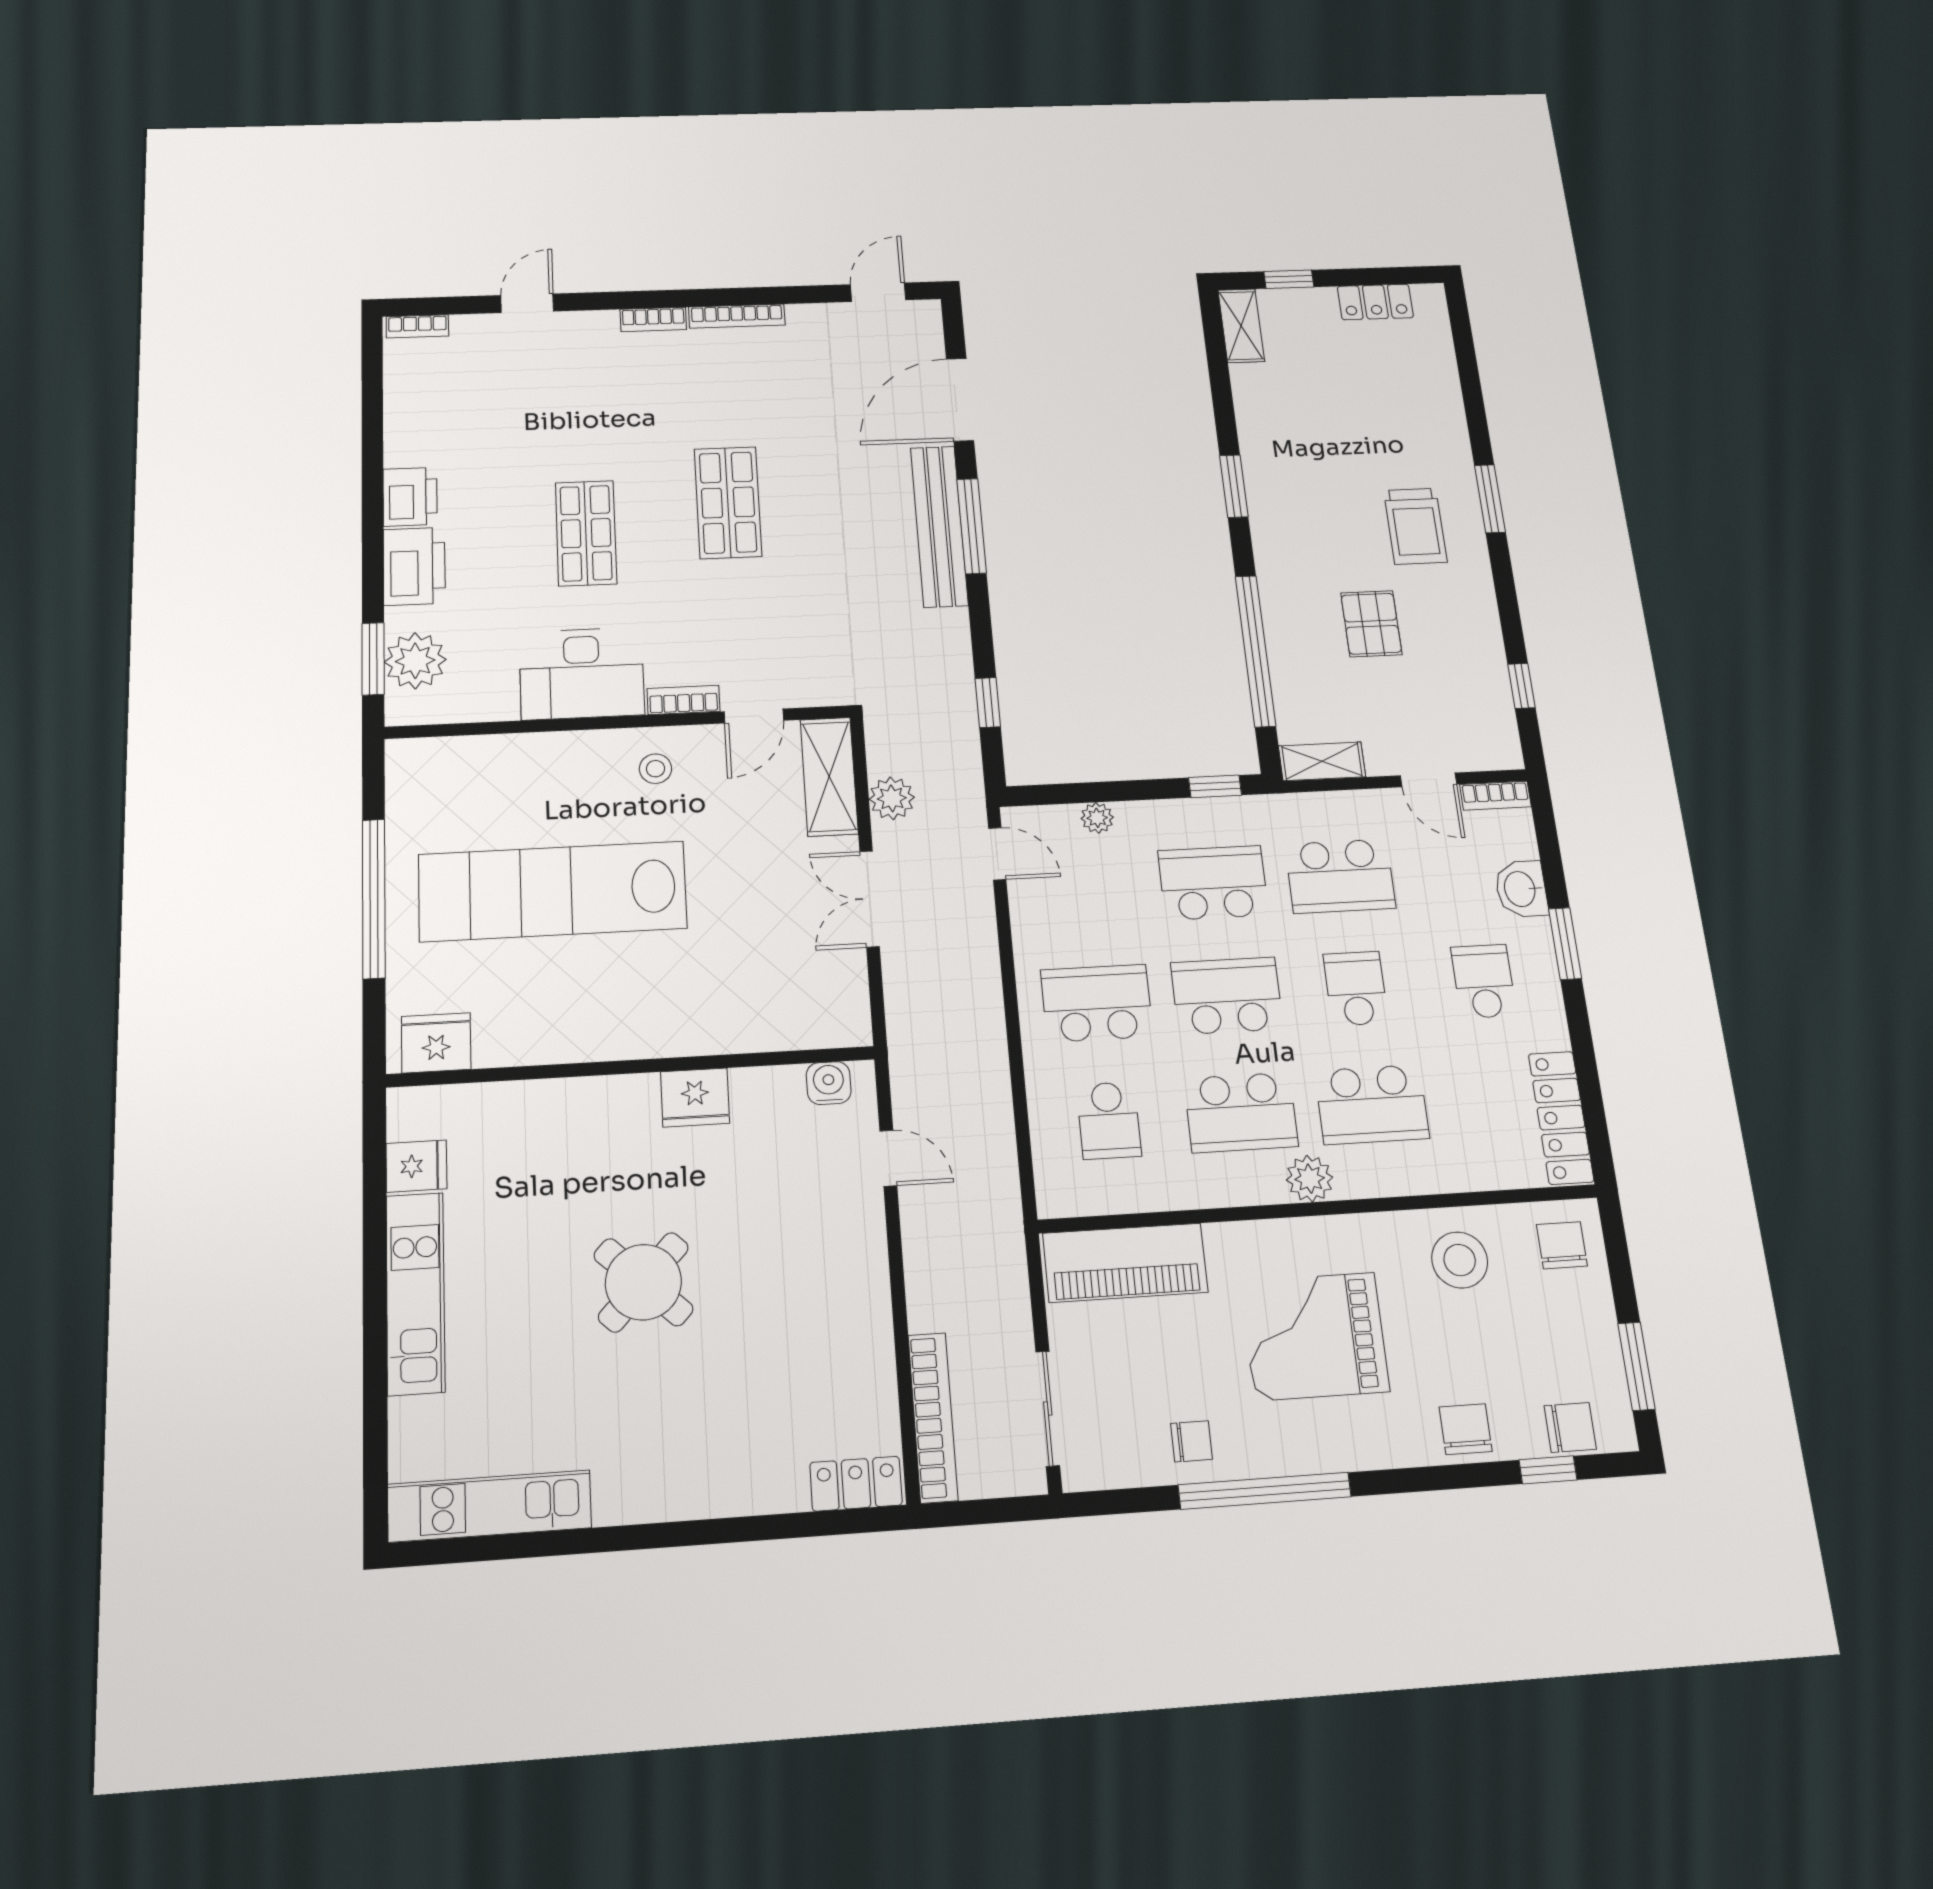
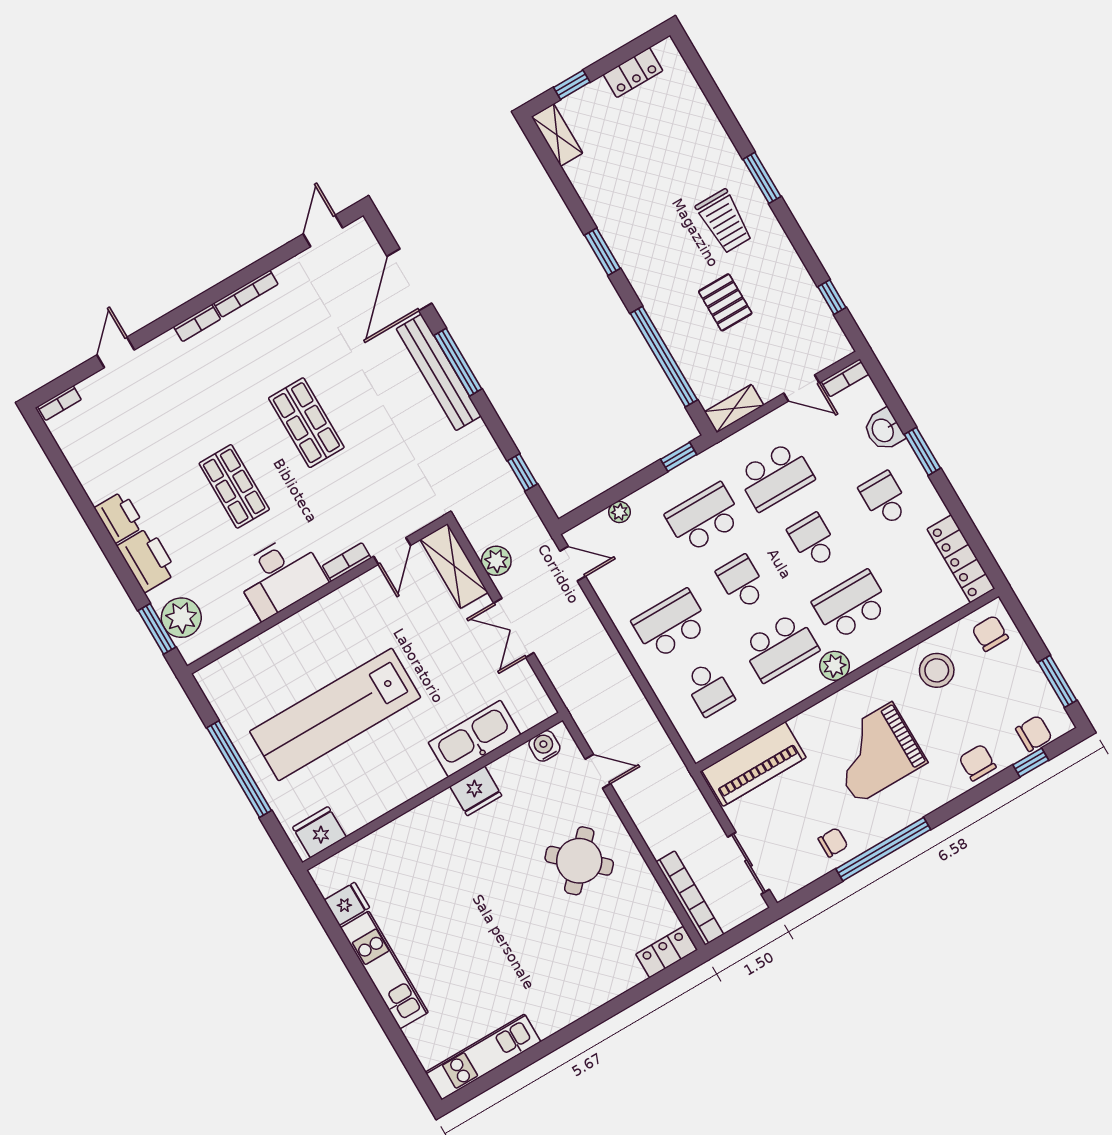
stool: (655, 769) -> (353, 612), removed
school desk: (1227, 996) -> (742, 582), width x0.54
kitchen sink: (733, 1022) -> (474, 739), added
school desk: (1372, 1104) -> (851, 605), turned 180
round table: (643, 1282) -> (579, 861), moved

